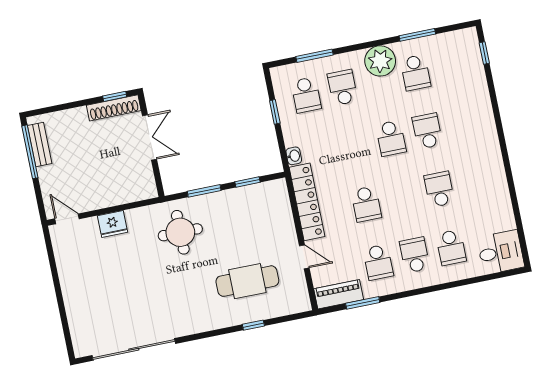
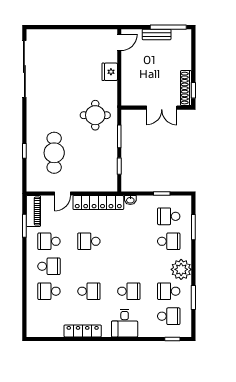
school desk: (391, 138) -> (169, 316), moved, turned 180
bench: (40, 145) -> (157, 34), moved
locker: (499, 187) -> (83, 331), added
desk: (501, 252) -> (125, 323), moved

